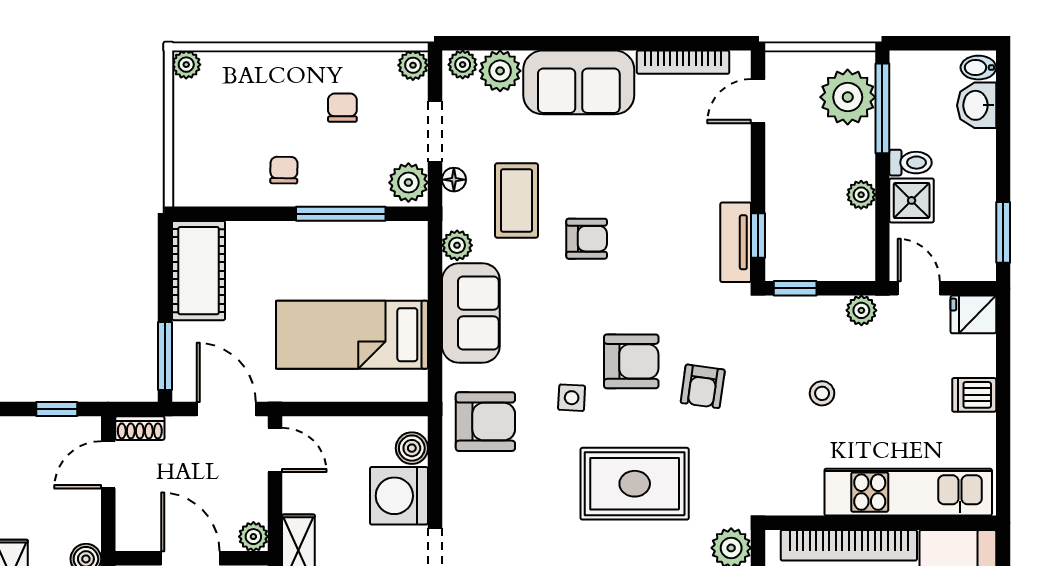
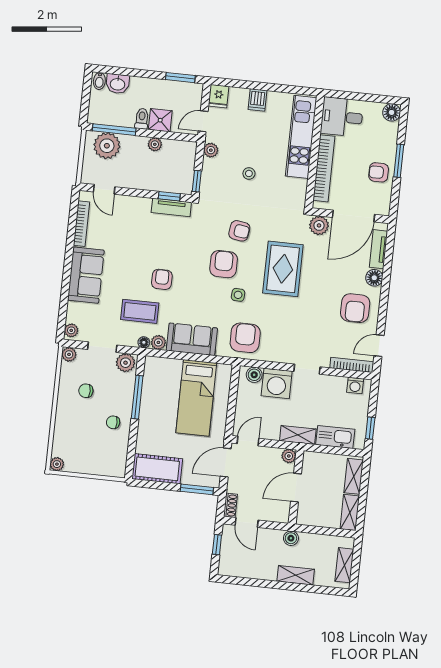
plant: (500, 71) -> (76, 313), removed
floor lamp: (454, 180) -> (144, 342), moved

